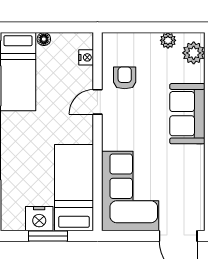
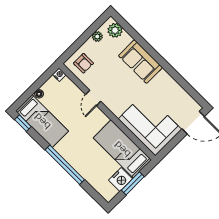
nightstand: (86, 57) -> (59, 75), moved
armchair: (125, 78) -> (83, 63), moved, turned 180

